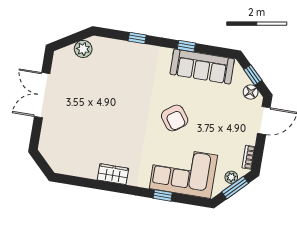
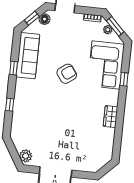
plant: (83, 49) -> (26, 156), moved

